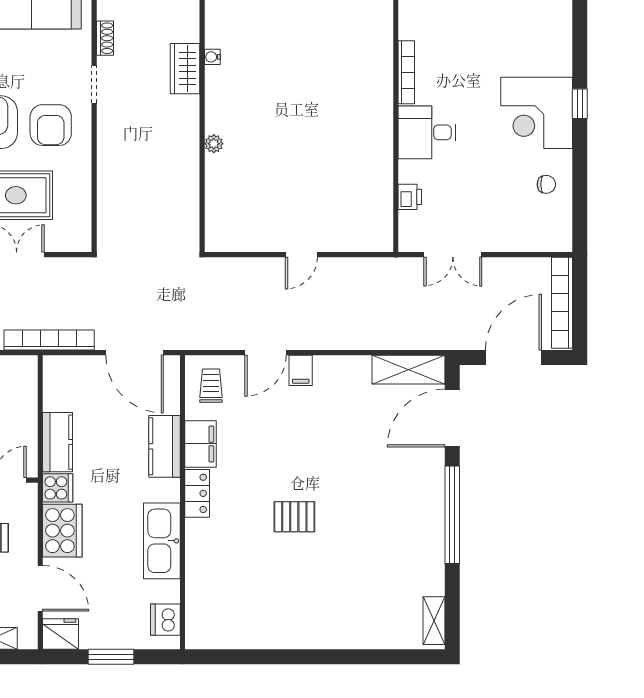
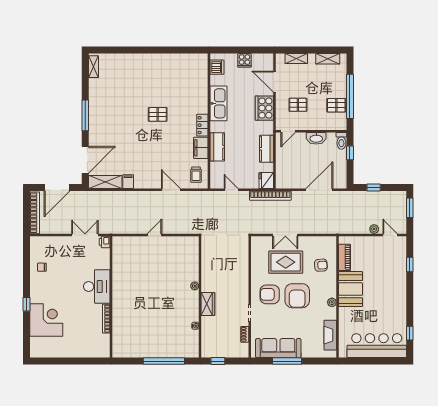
wardrobe: (185, 69) -> (208, 304), moved
corner desk: (537, 113) -> (46, 320), moved
armchair: (51, 125) -> (270, 294), turned -90
desk: (427, 132) -> (97, 286), width x1.37
printer: (410, 197) -> (105, 242), moved
door: (134, 353) -> (231, 190), width x0.53
door: (266, 353) -> (171, 190), hinge flipped
filing cabinet: (301, 370) -> (128, 182), moved
cooker: (58, 488) -> (245, 60), moved, turned -90
window: (452, 515) -> (85, 115), width x0.68
fridge: (61, 634) -> (266, 180), moved, turned 90
window: (111, 657) -> (242, 50), removed

